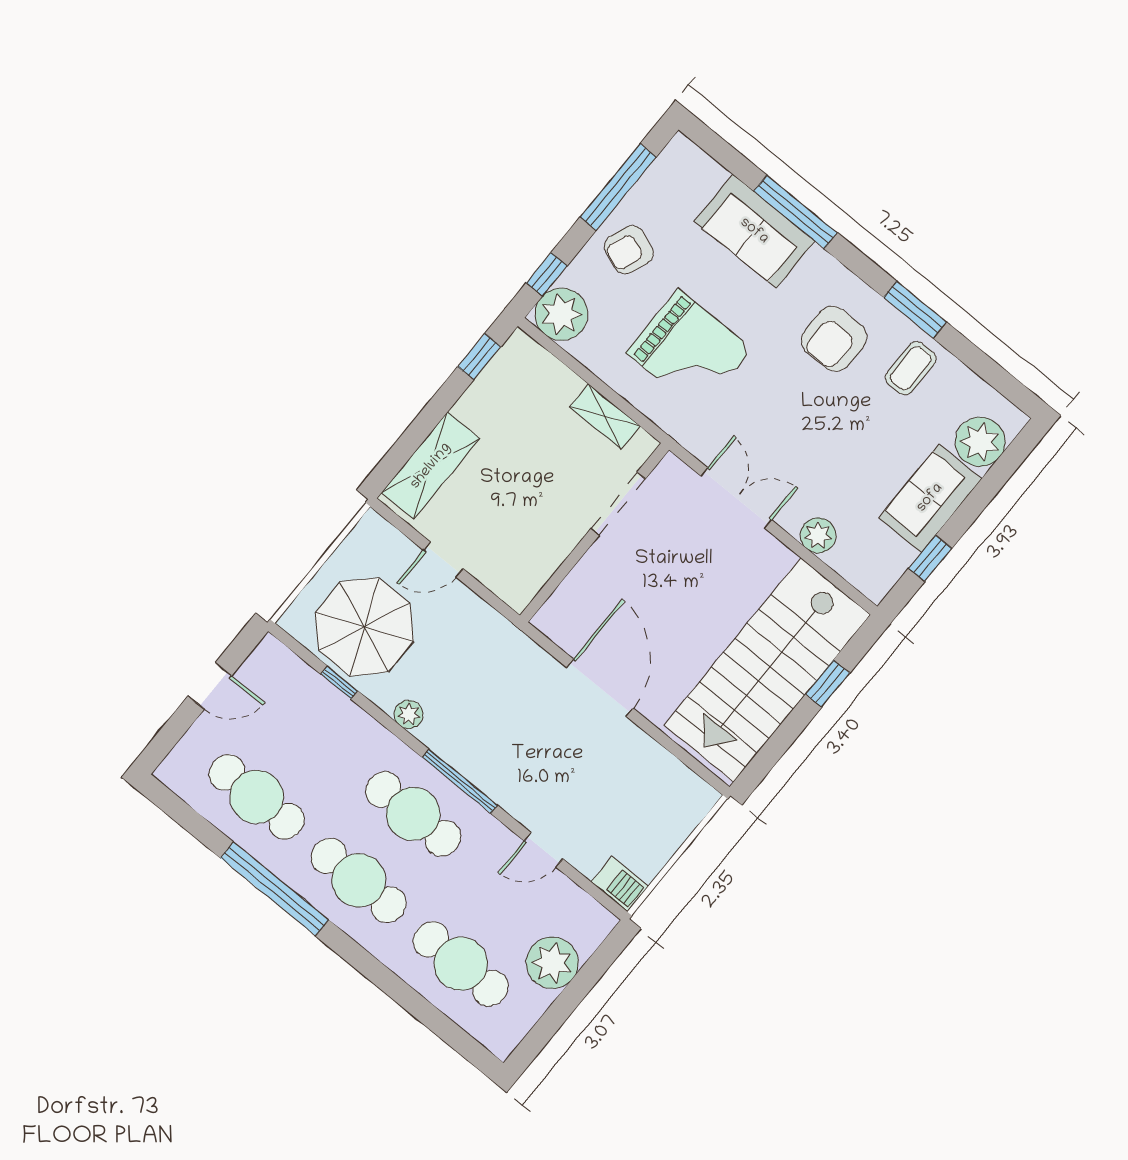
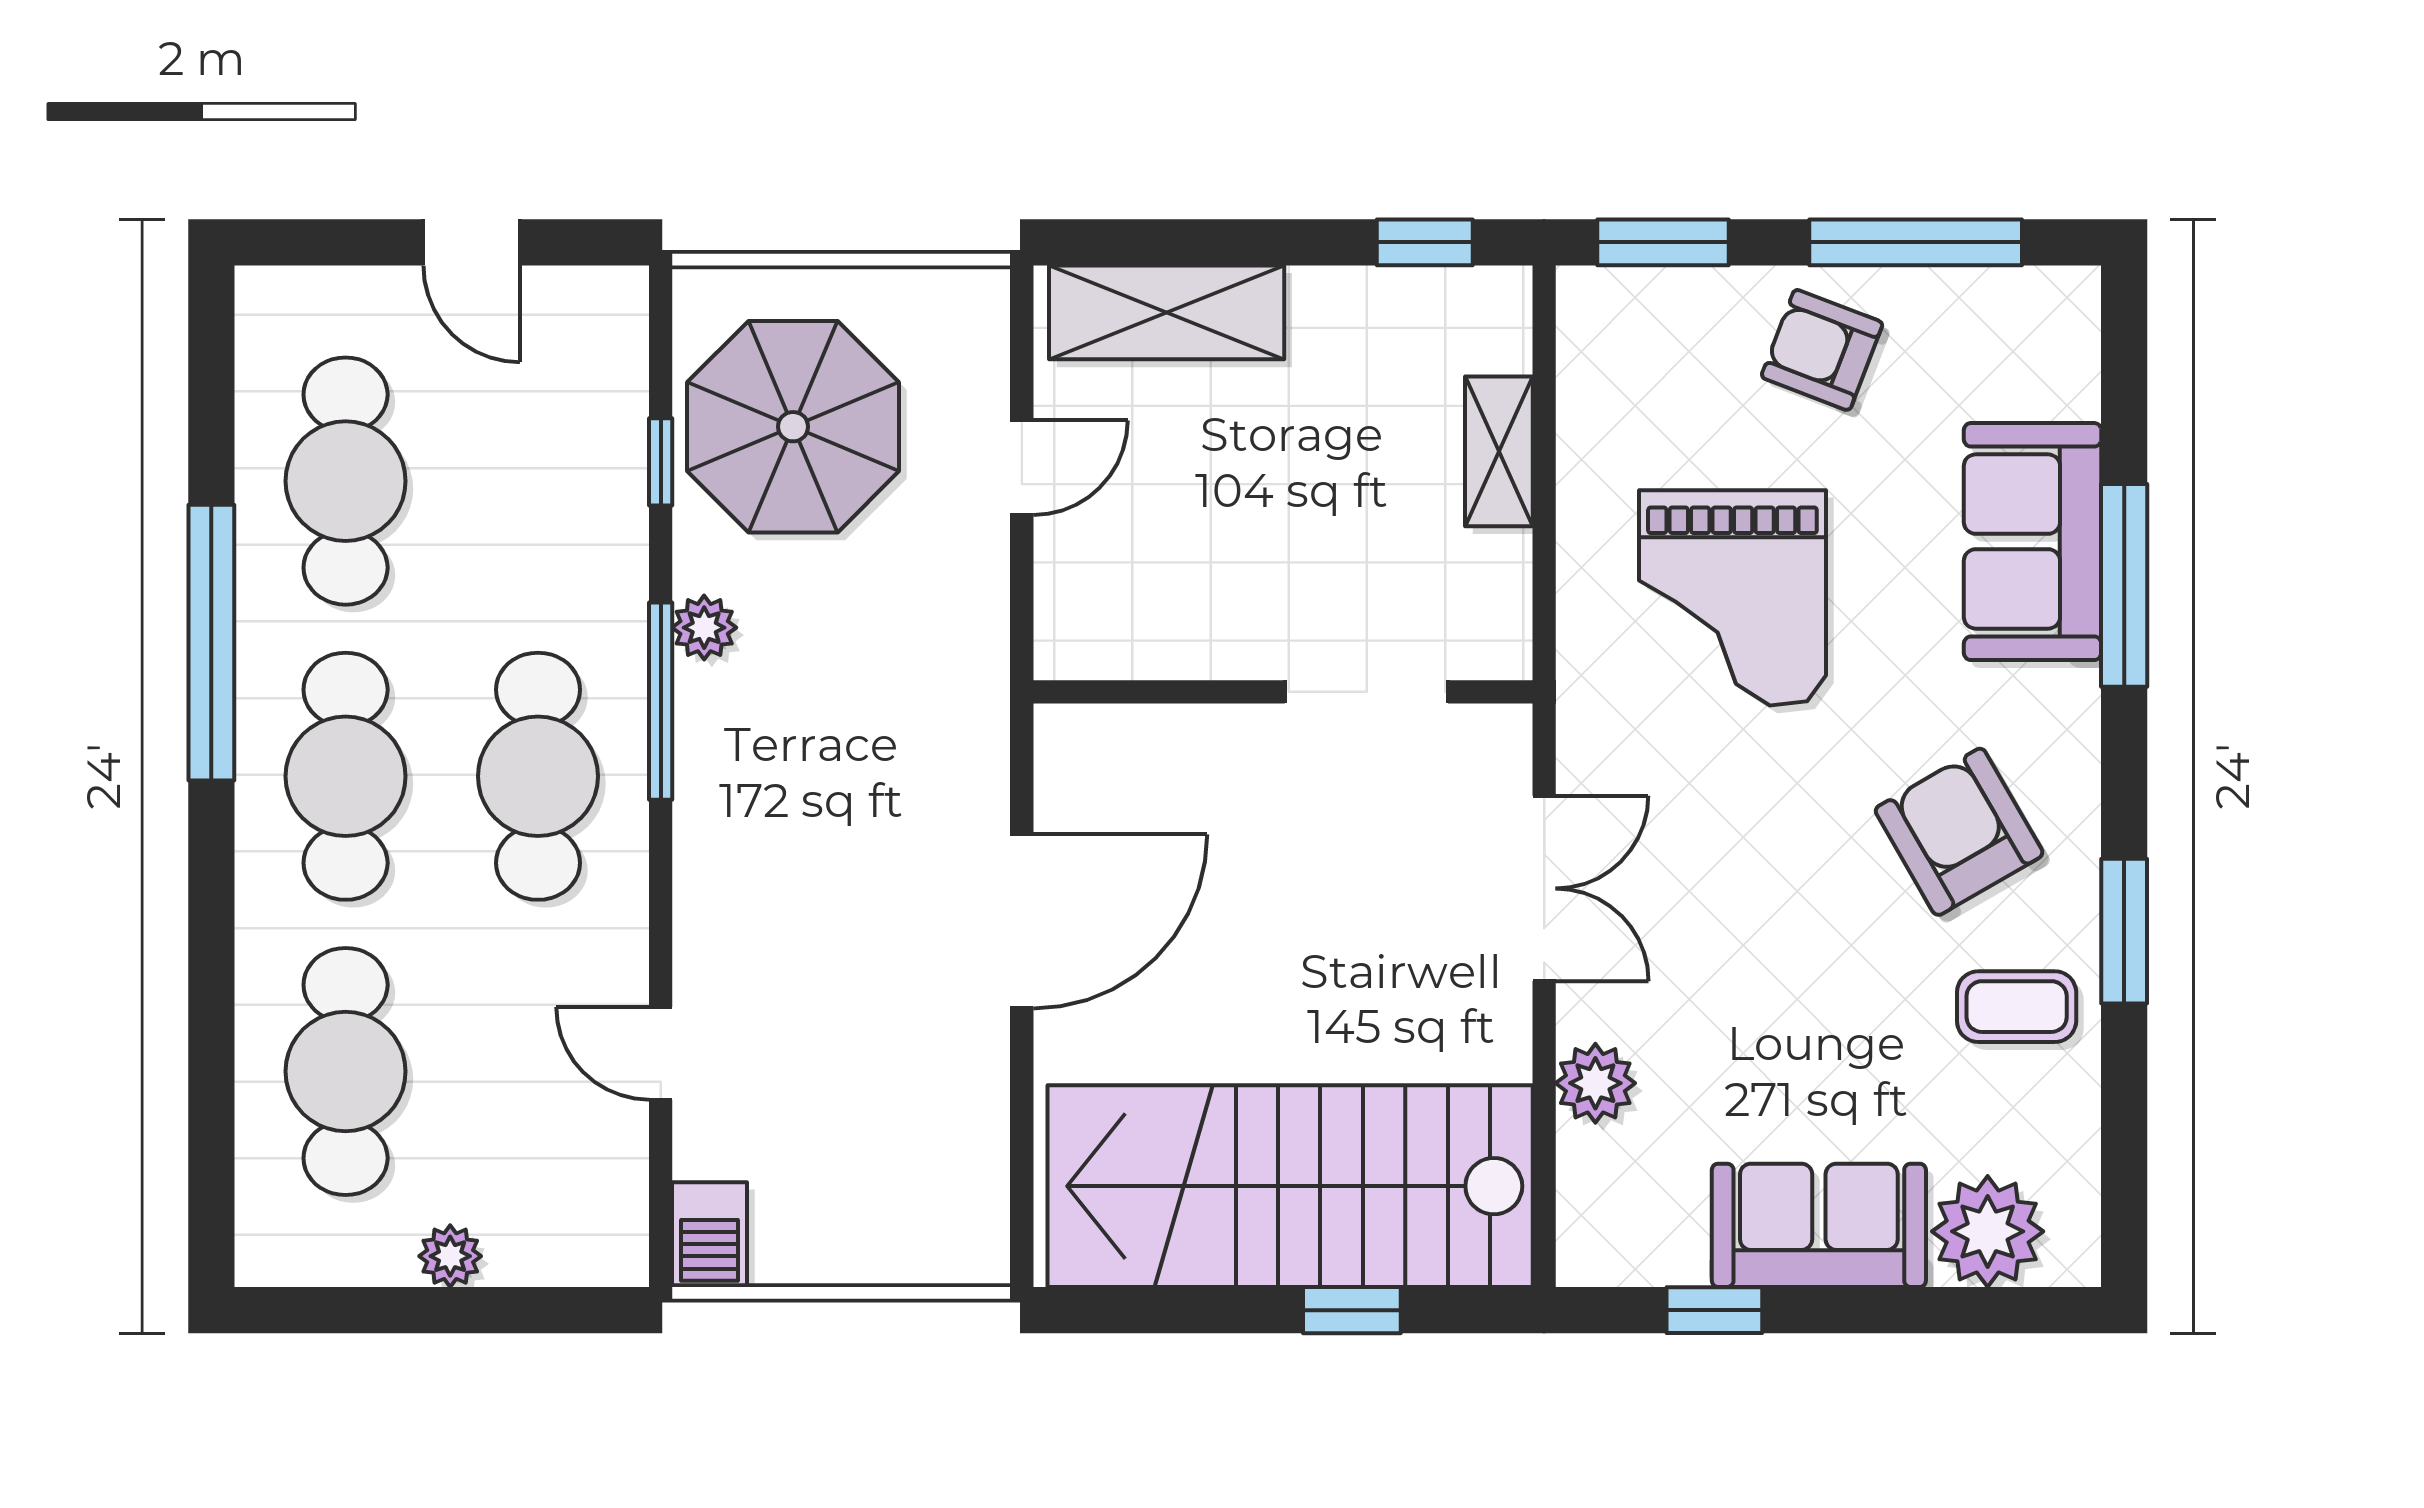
window: (547, 274) -> (1663, 242), width x1.50
plant: (561, 314) -> (1614, 324), removed
armchair: (834, 339) -> (1959, 832), turned 60
shelving: (605, 417) -> (1499, 451), moved
door: (443, 559) -> (1022, 468), swing flipped
window: (460, 781) -> (661, 701), moved
plant: (552, 963) -> (450, 1256), width x0.53, depth x0.53

